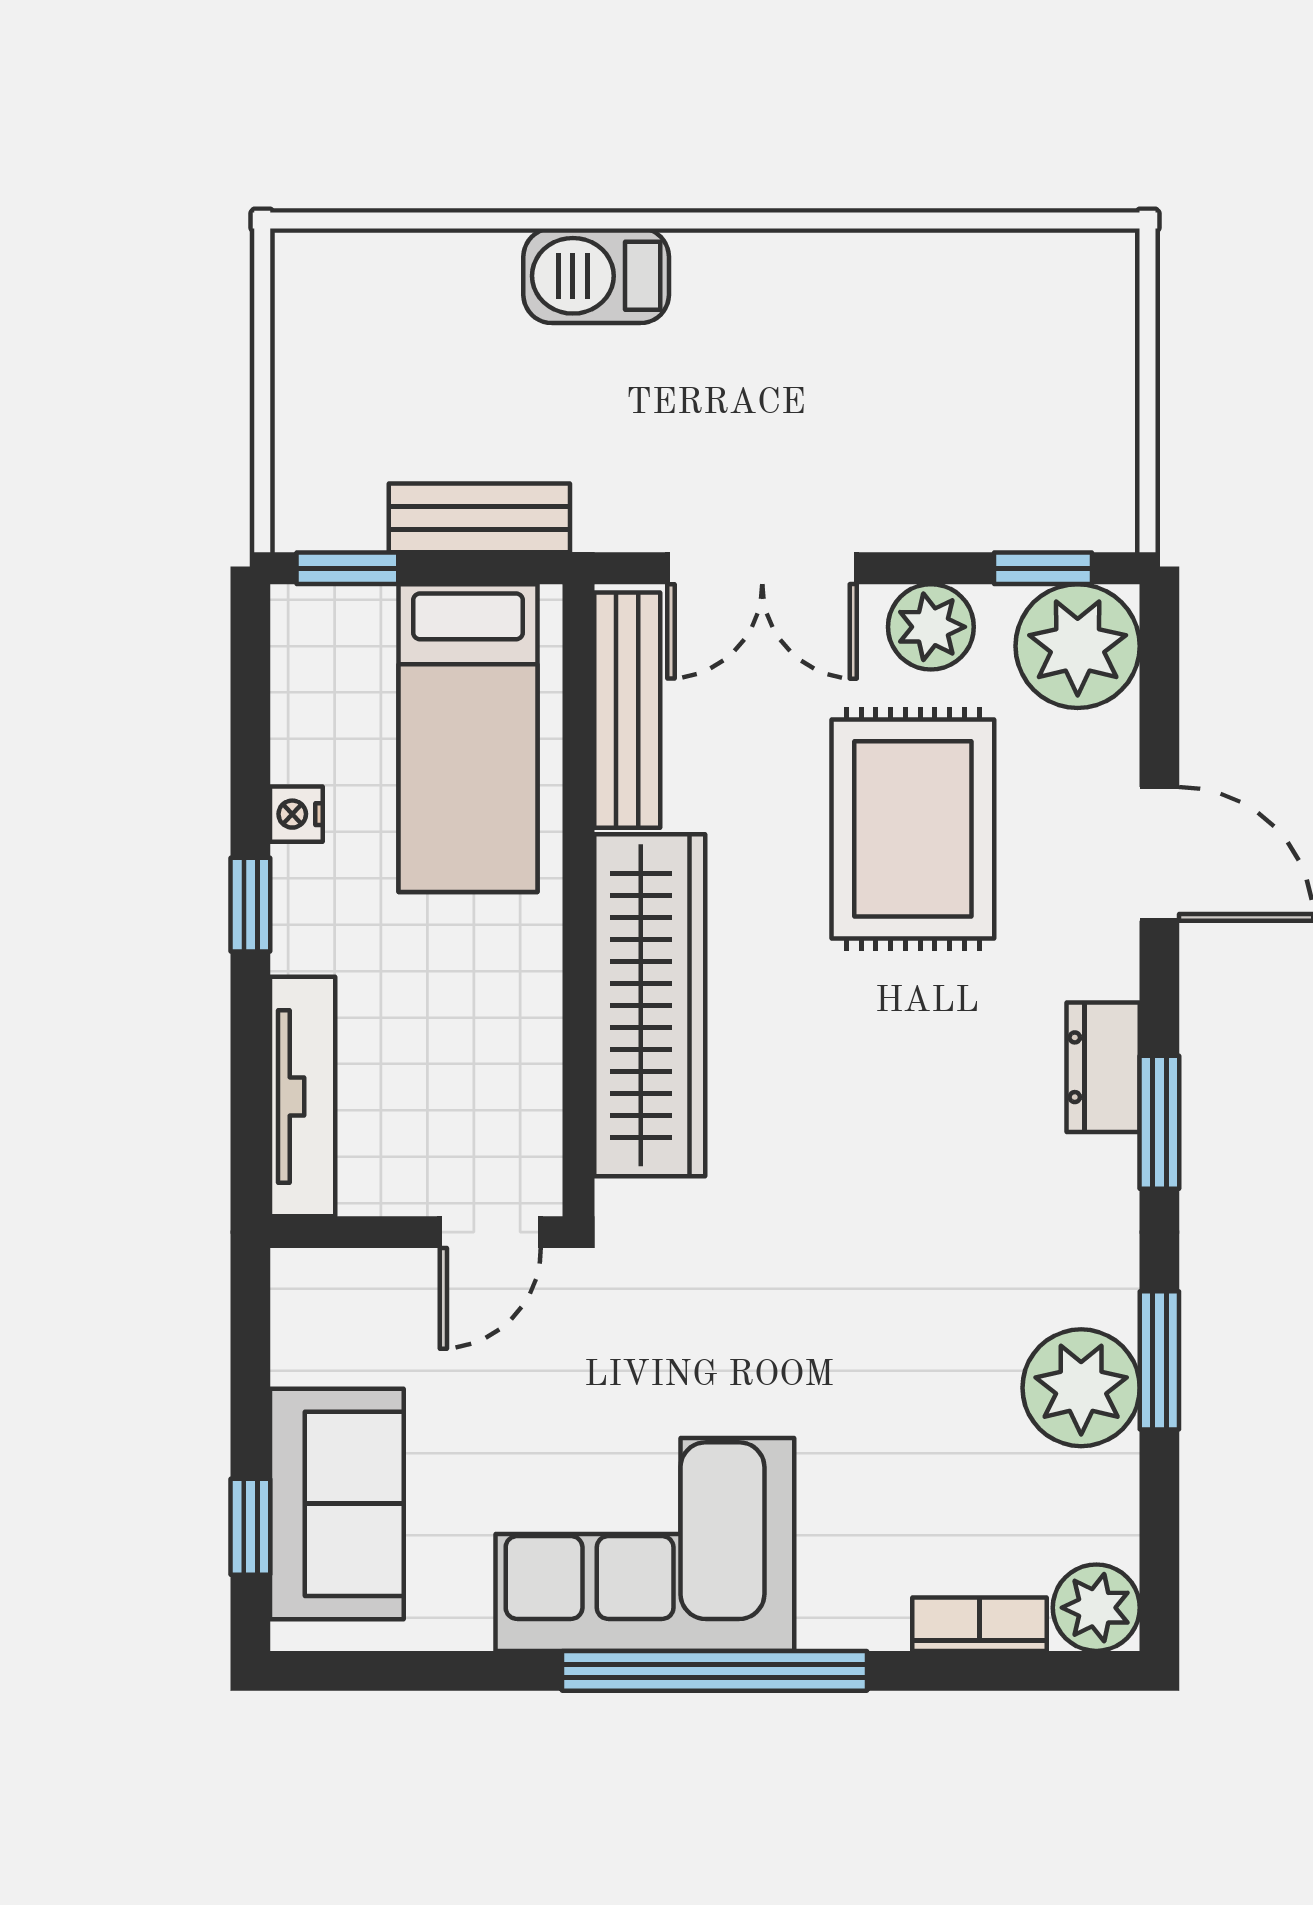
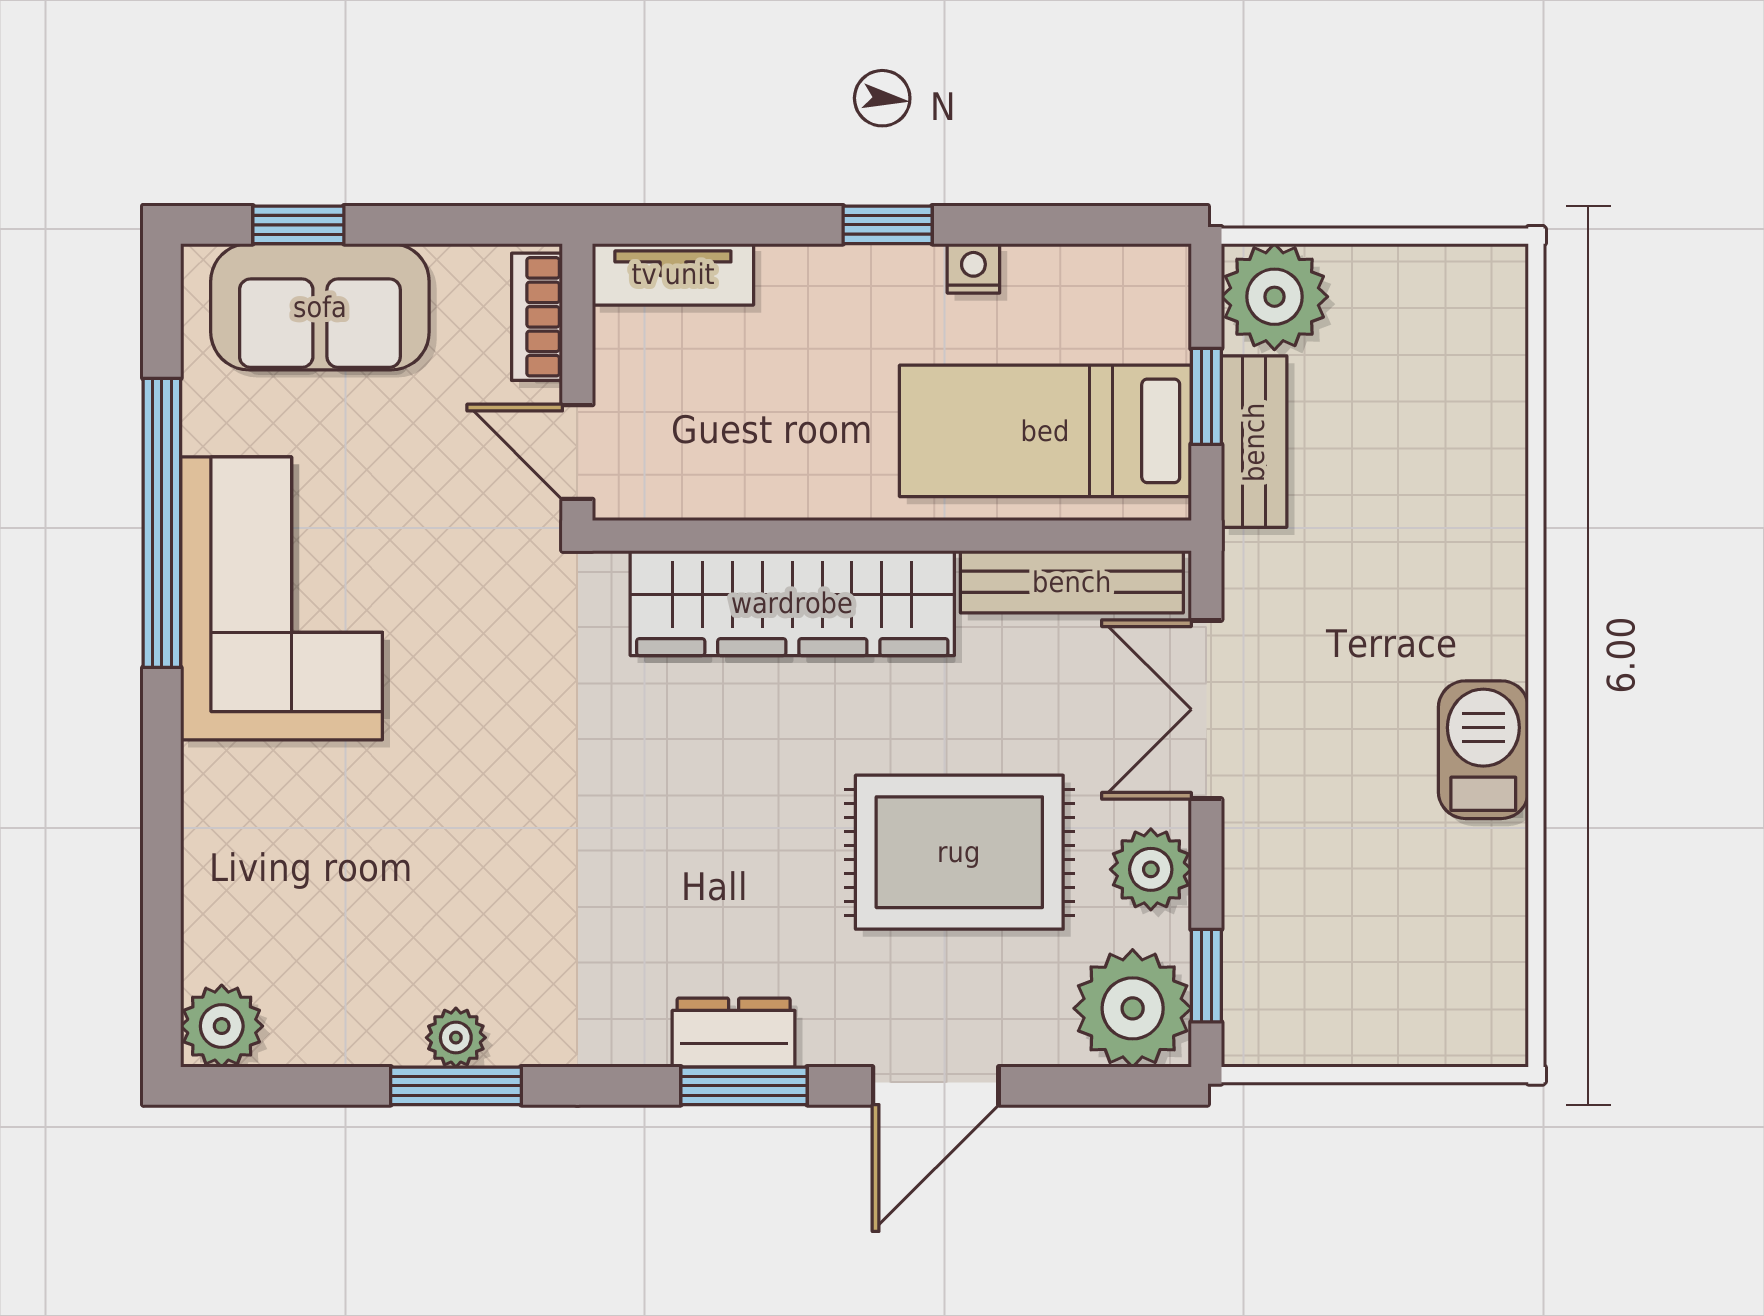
barbecue: (596, 276) -> (1483, 750), moved
plant: (326, 496) -> (1274, 297), added
window: (347, 568) -> (1206, 396), moved
tv unit: (303, 1096) -> (673, 274), width x0.71
window: (1159, 1122) -> (744, 1086), moved
plant: (1081, 1388) -> (456, 1038), width x0.53, depth x0.53
bookcase: (979, 1624) -> (537, 317), moved, turned 180
window: (715, 1671) -> (162, 523), moved

